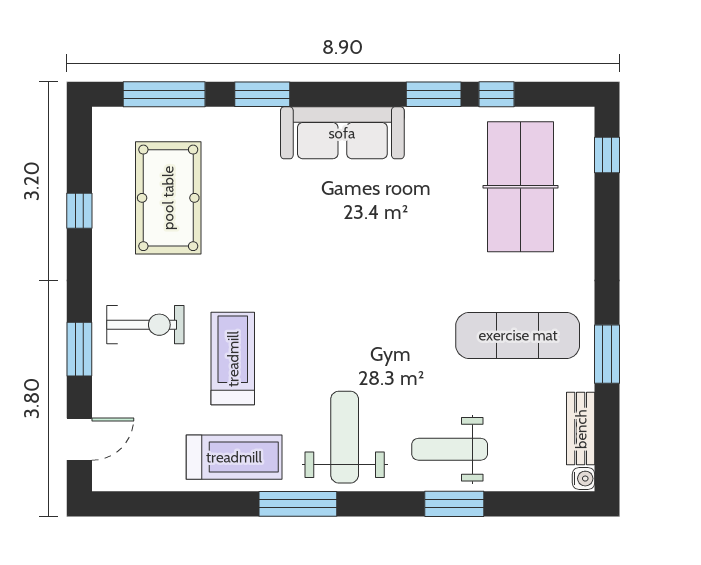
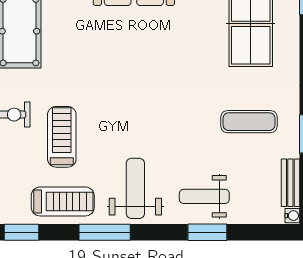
exercise mat: (518, 335) -> (249, 122), width x0.73, depth x0.69
window: (171, 504) -> (22, 232), added

